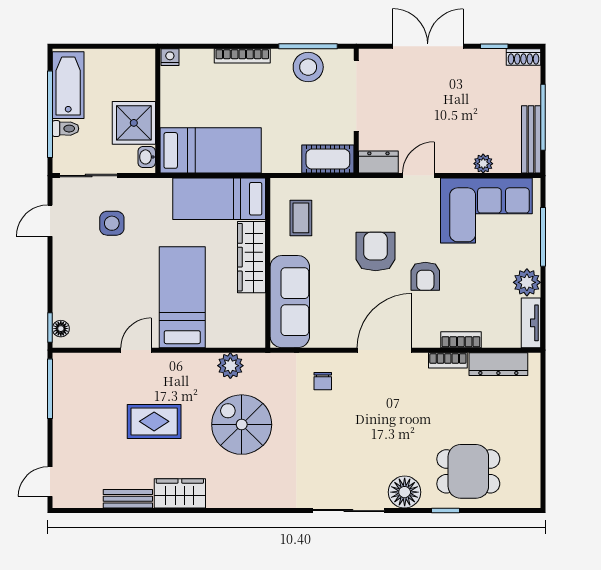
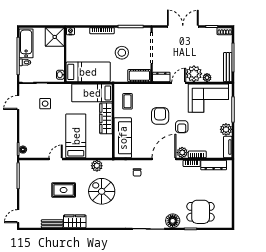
stool: (308, 67) -> (122, 53), moved
shower: (134, 123) -> (55, 37), moved
plant: (453, 155) -> (194, 74), added
plant: (426, 335) -> (182, 153), added

